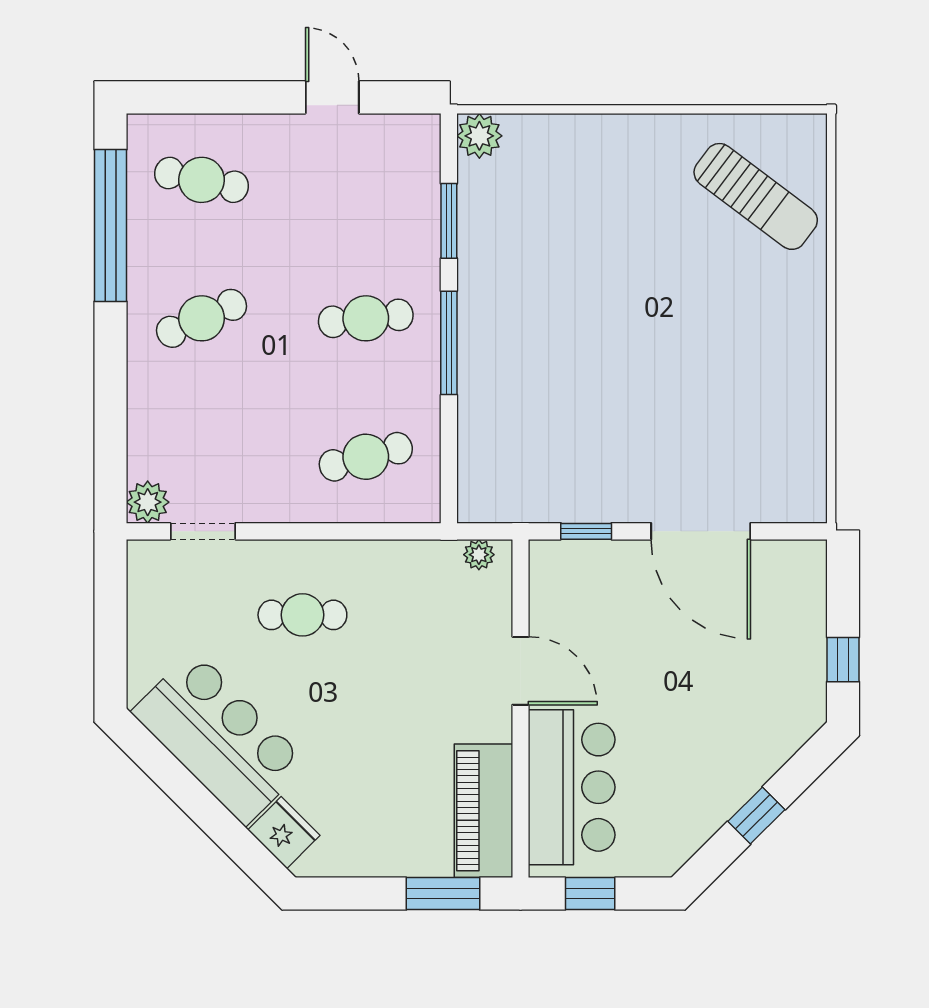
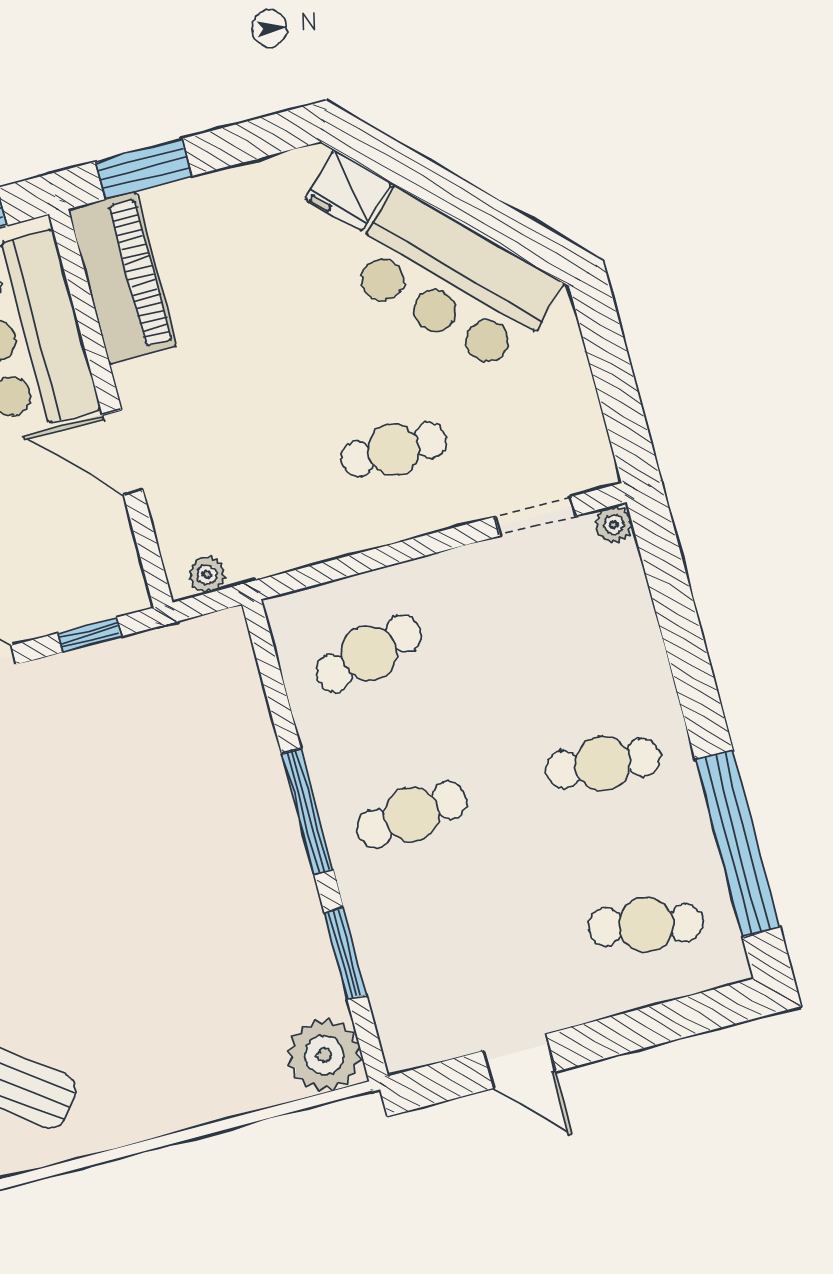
plant: (479, 136) -> (324, 1055), width x1.36, depth x1.36
cafe table: (202, 318) -> (603, 764), turned 30
plant: (148, 502) -> (614, 524), width x0.73, depth x0.73

